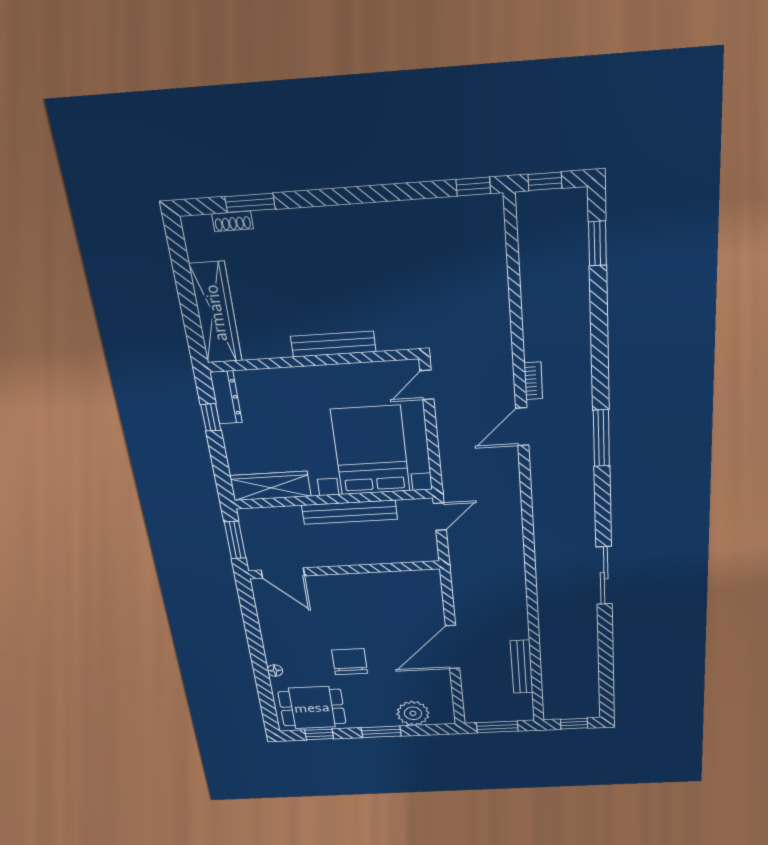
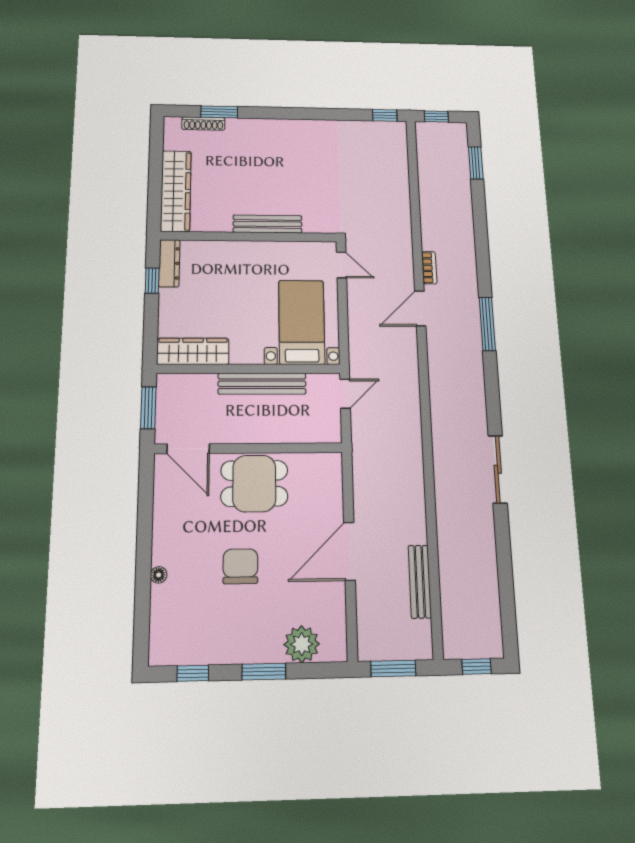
shoe rack: (233, 221) -> (203, 123), width x1.43
door: (427, 385) -> (342, 265), swing flipped
bed with nightstands: (371, 451) -> (302, 322), width x0.73
dining table: (312, 708) -> (254, 483), moved

